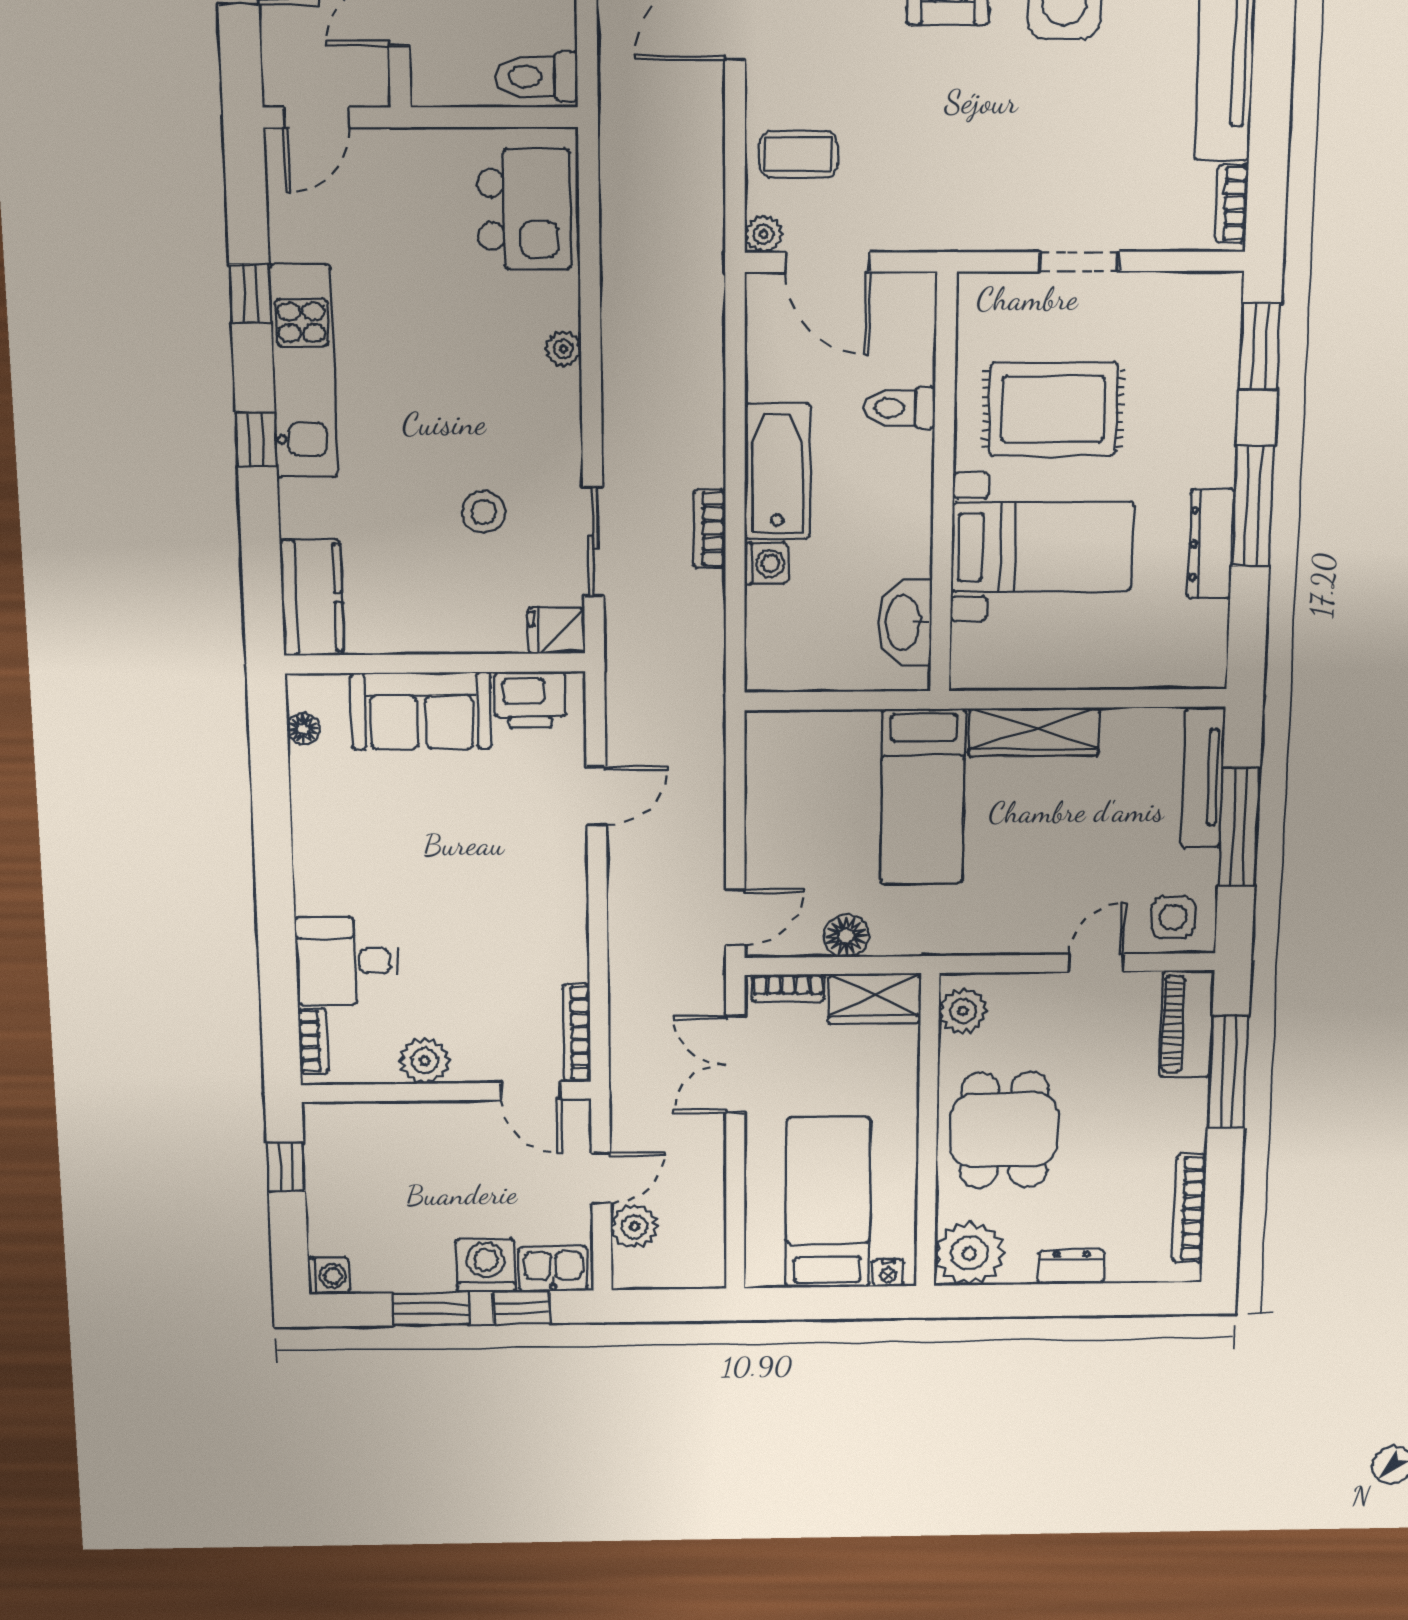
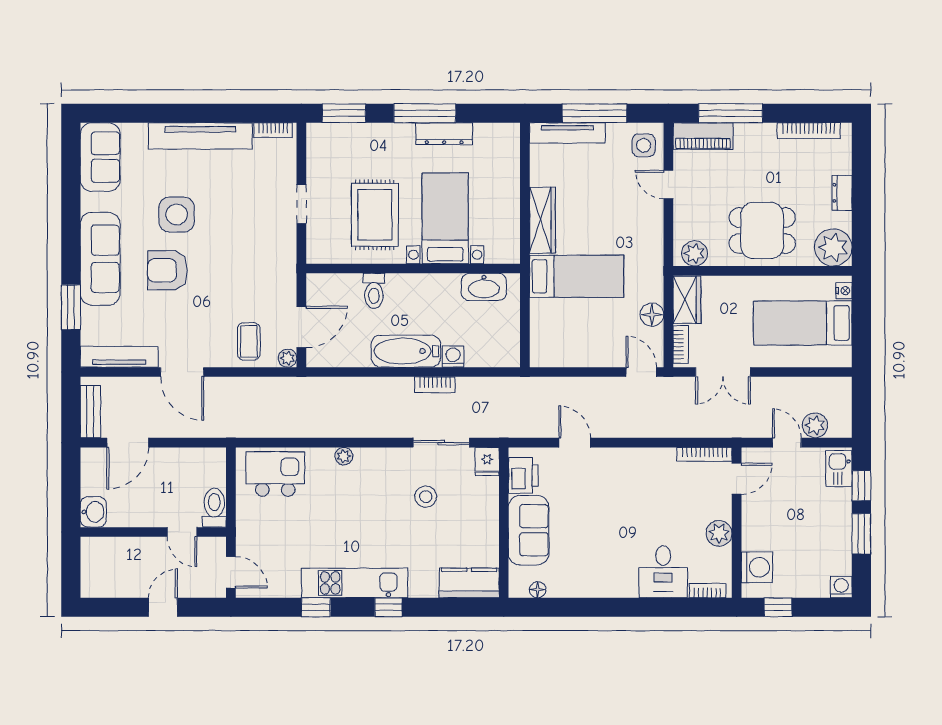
toilet: (536, 76) -> (214, 508), moved, turned 180
washing machine: (486, 1265) -> (757, 567), moved, turned 180

